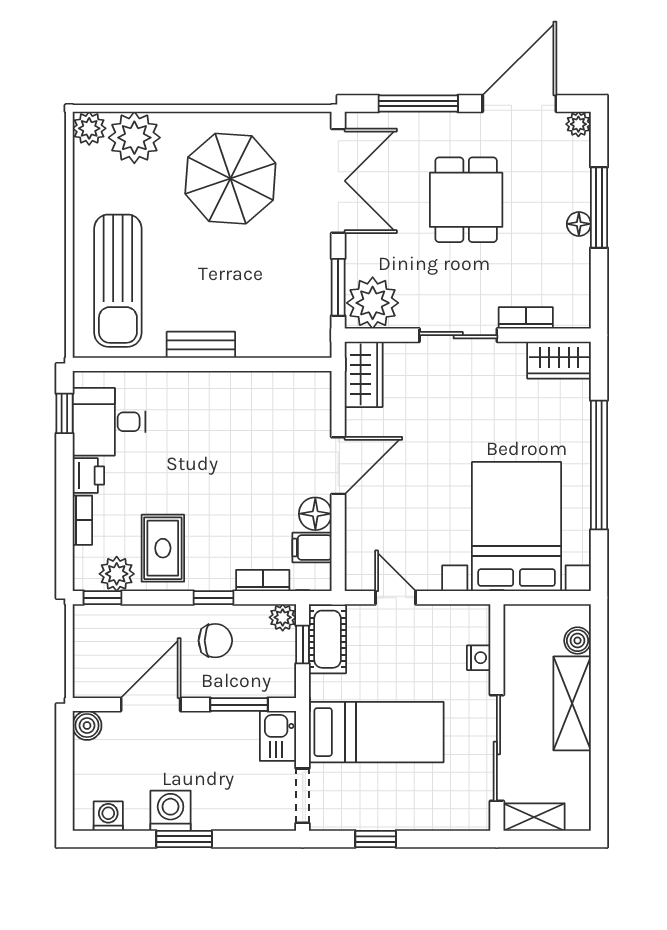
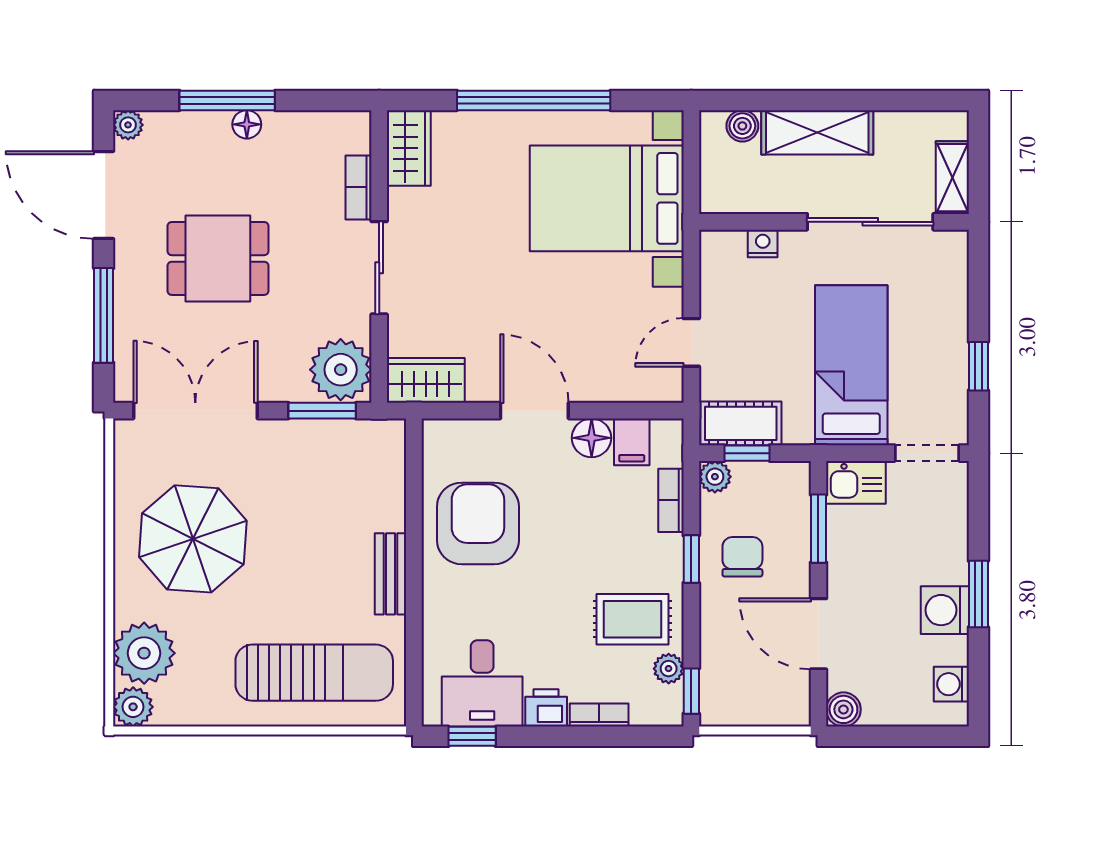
armchair: (243, 418) -> (478, 523), added
plant: (117, 574) -> (669, 669), width x0.73, depth x0.73

